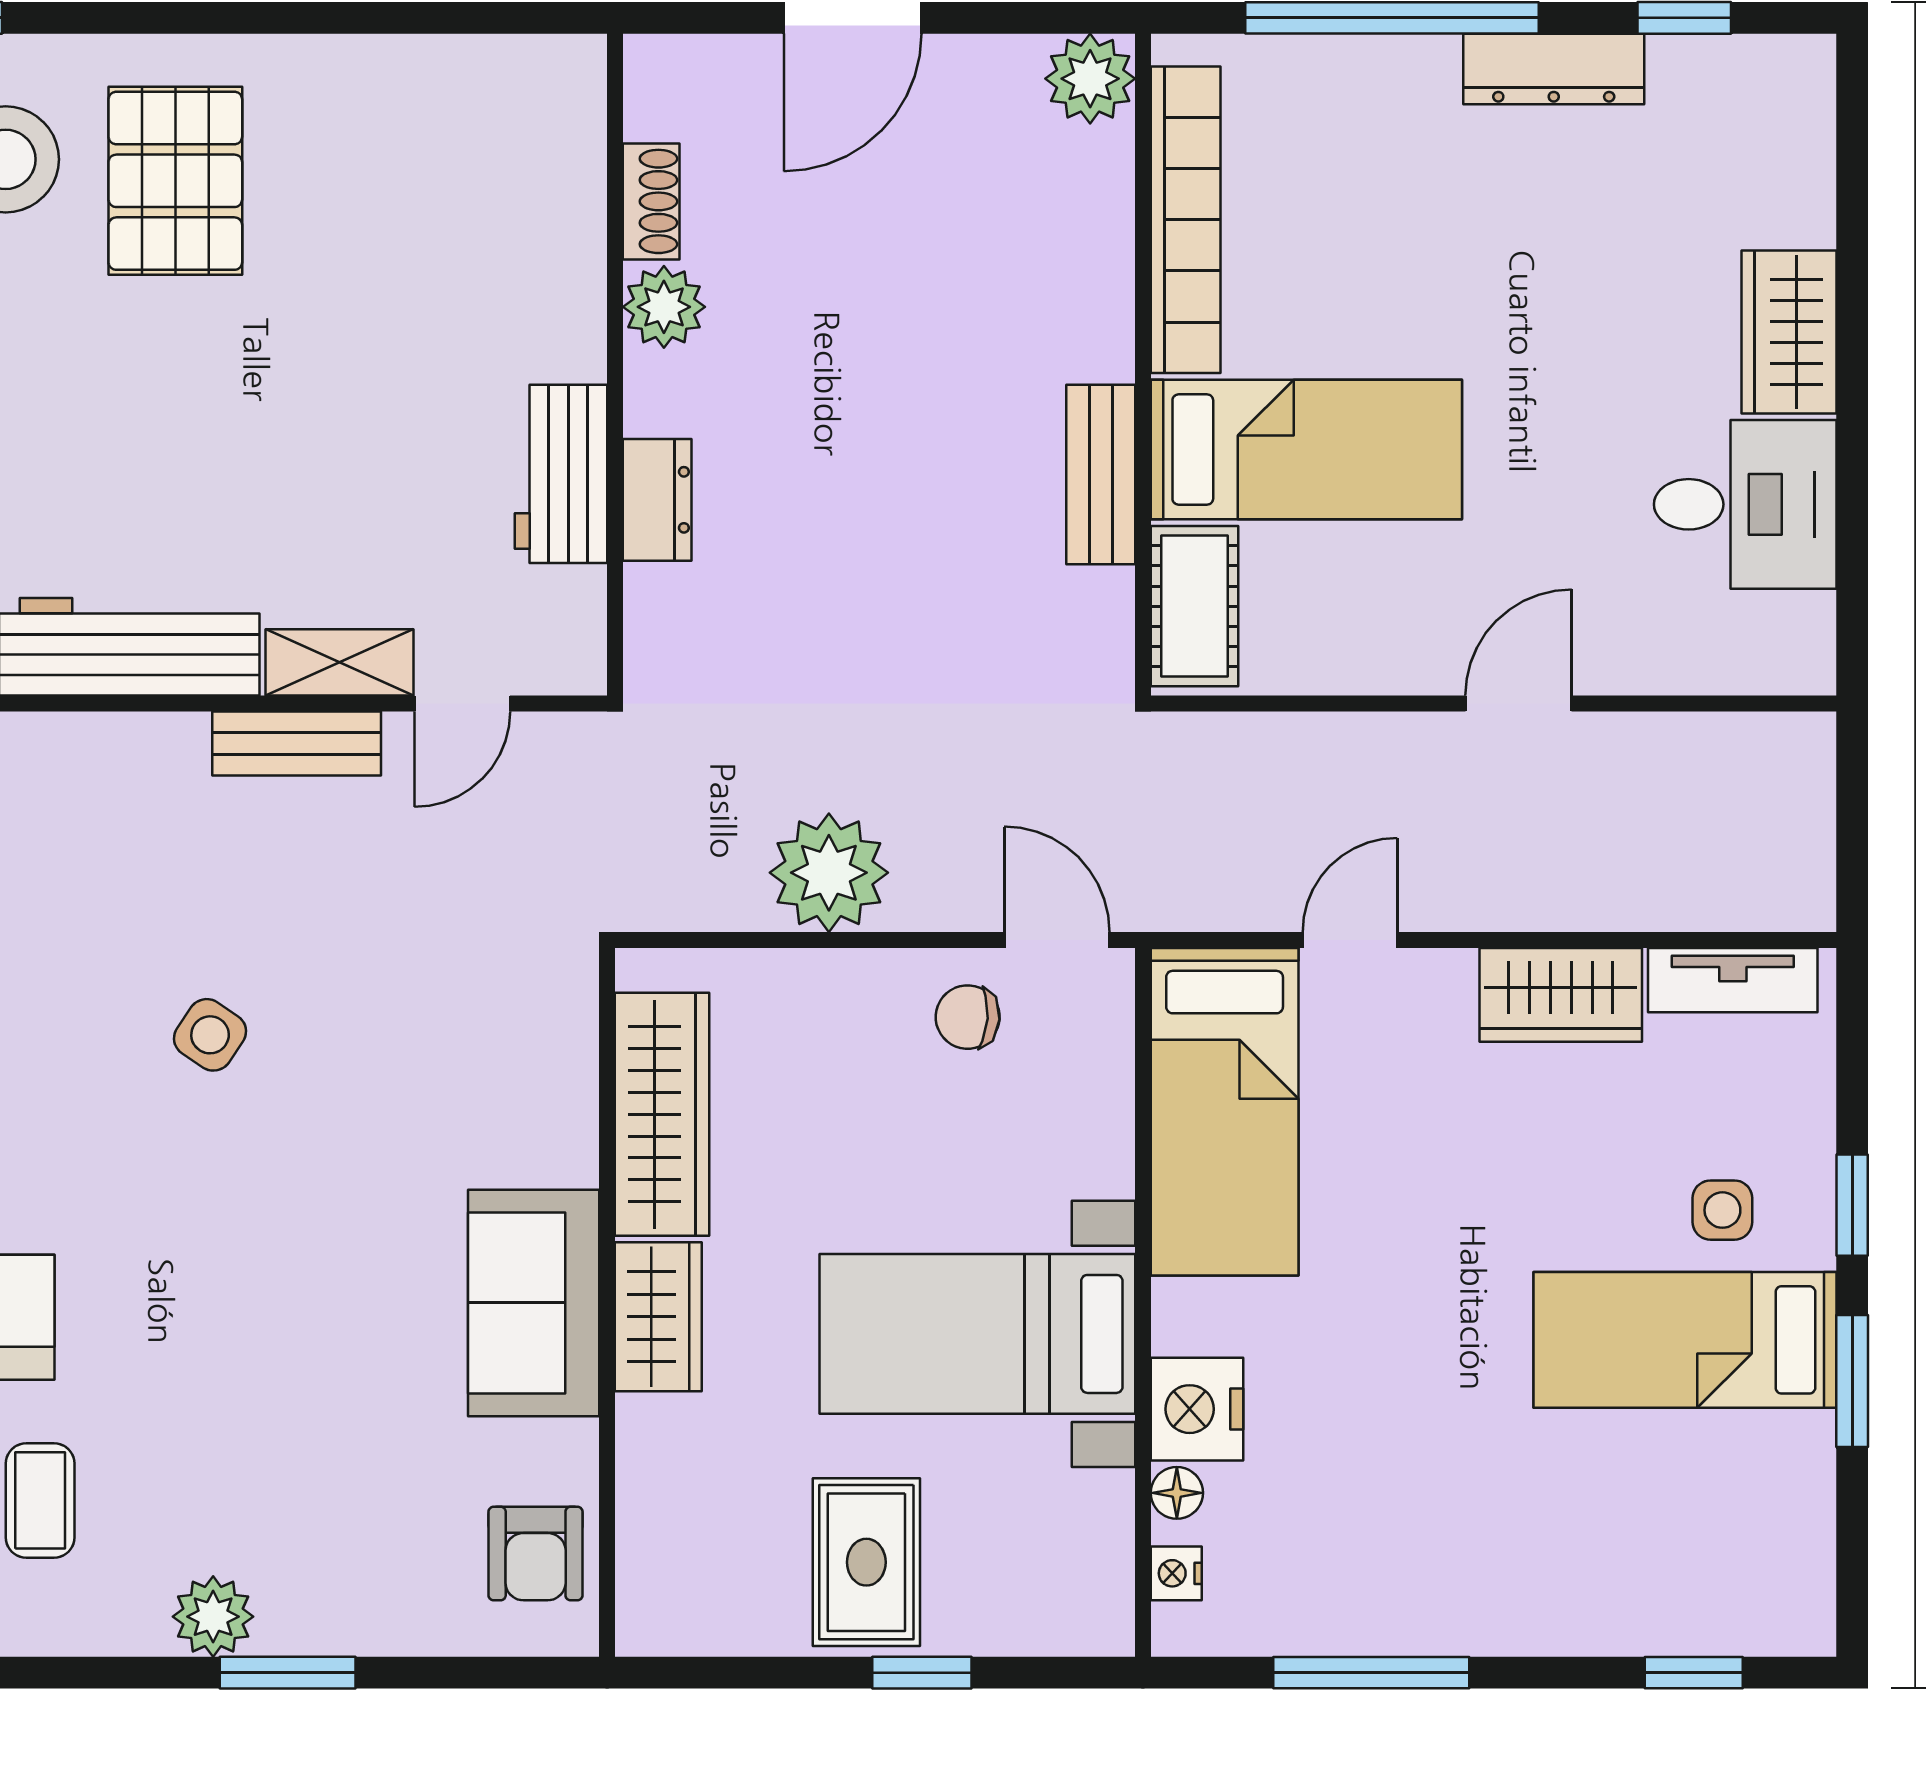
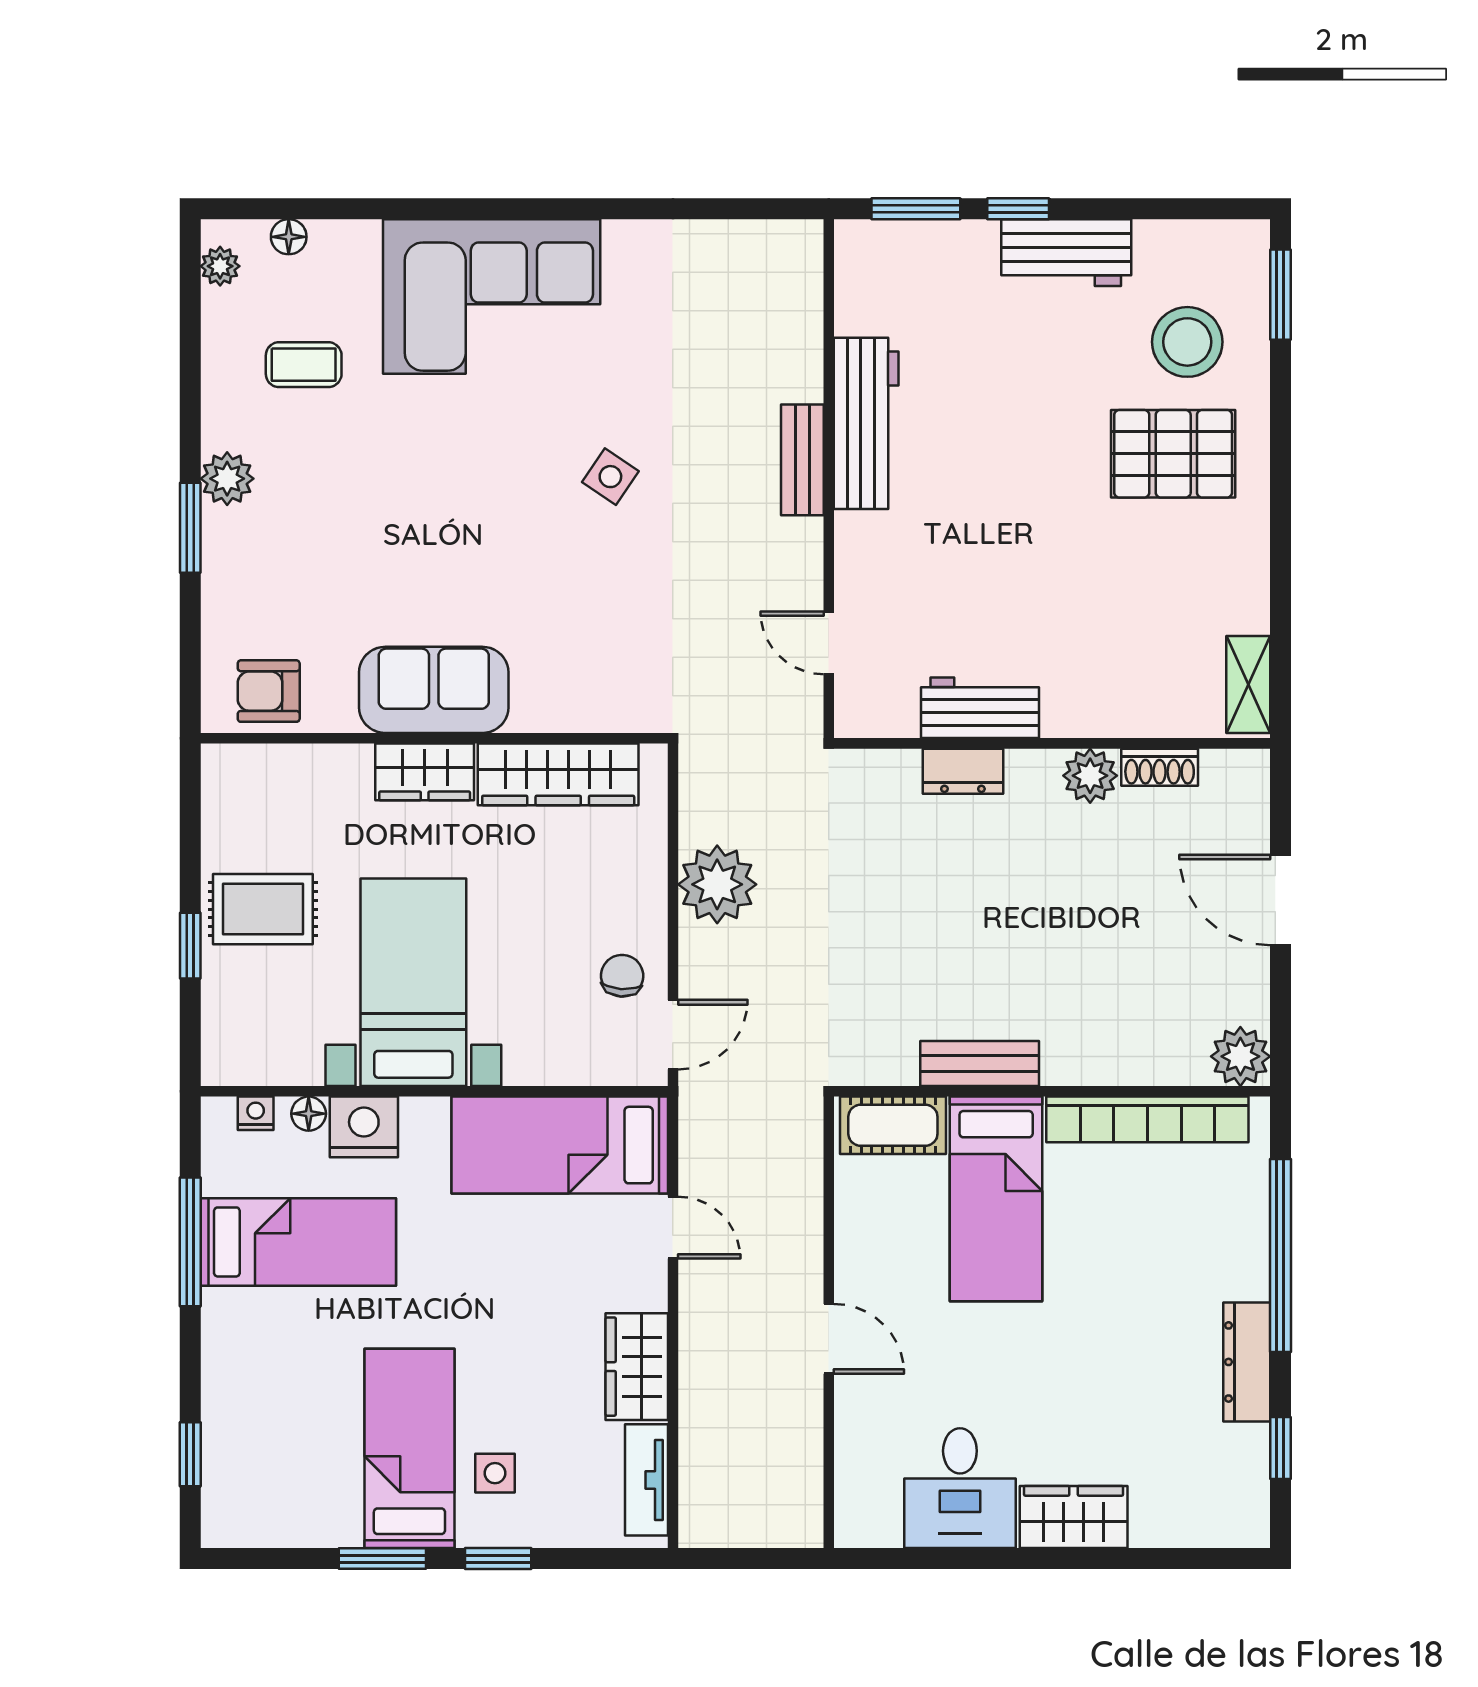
shelving: (340, 662) -> (1248, 685), moved
bench: (297, 744) -> (802, 460), moved
bed: (1372, 1509) -> (298, 1242), added

